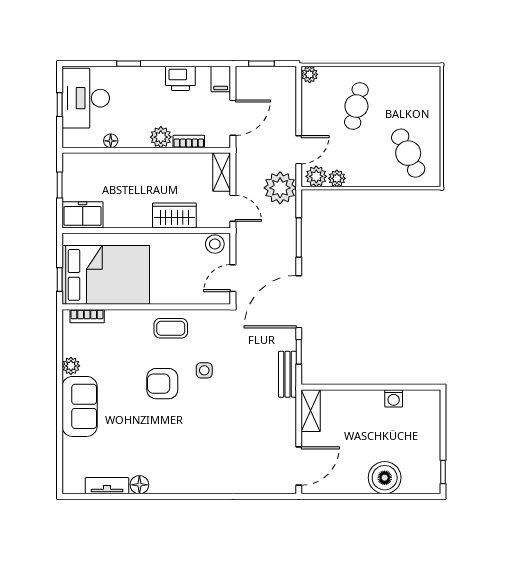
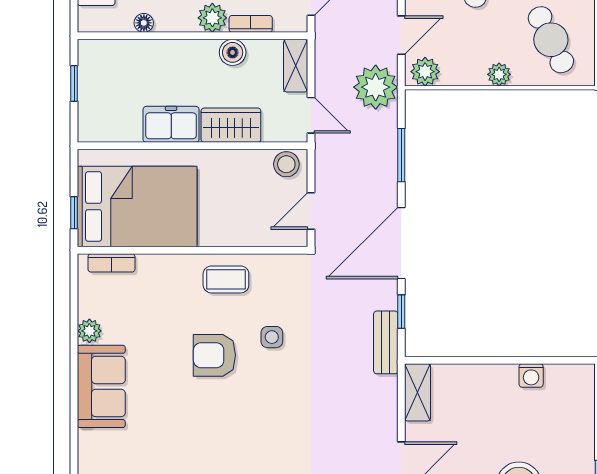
boiler: (176, 162) -> (233, 52), added
plant: (337, 178) -> (499, 74), moved
freezer: (83, 215) -> (171, 124), moved

